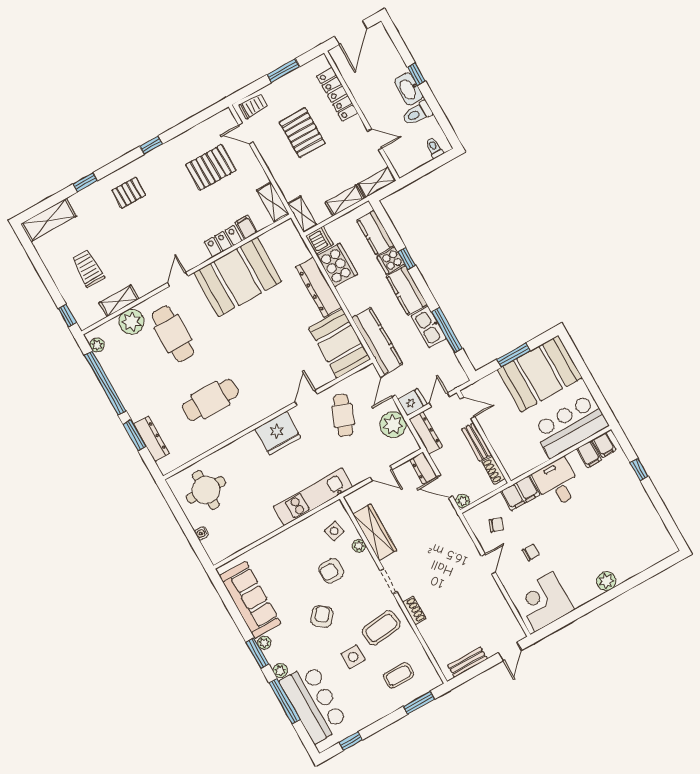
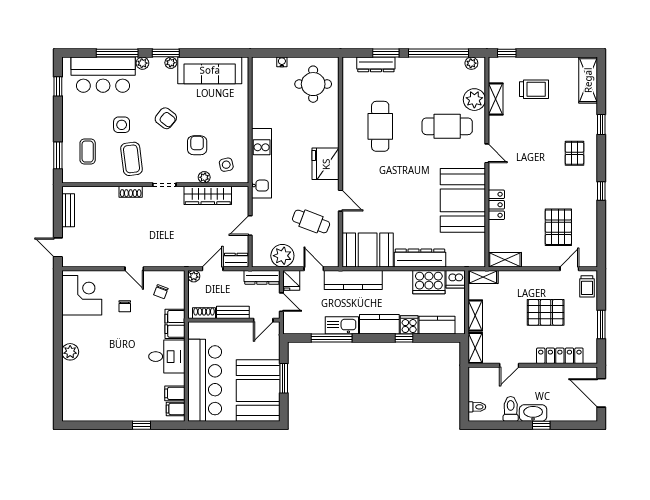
filing cabinet: (246, 227) -> (497, 228), removed
bar counter: (570, 426) -> (205, 380), width x1.36

